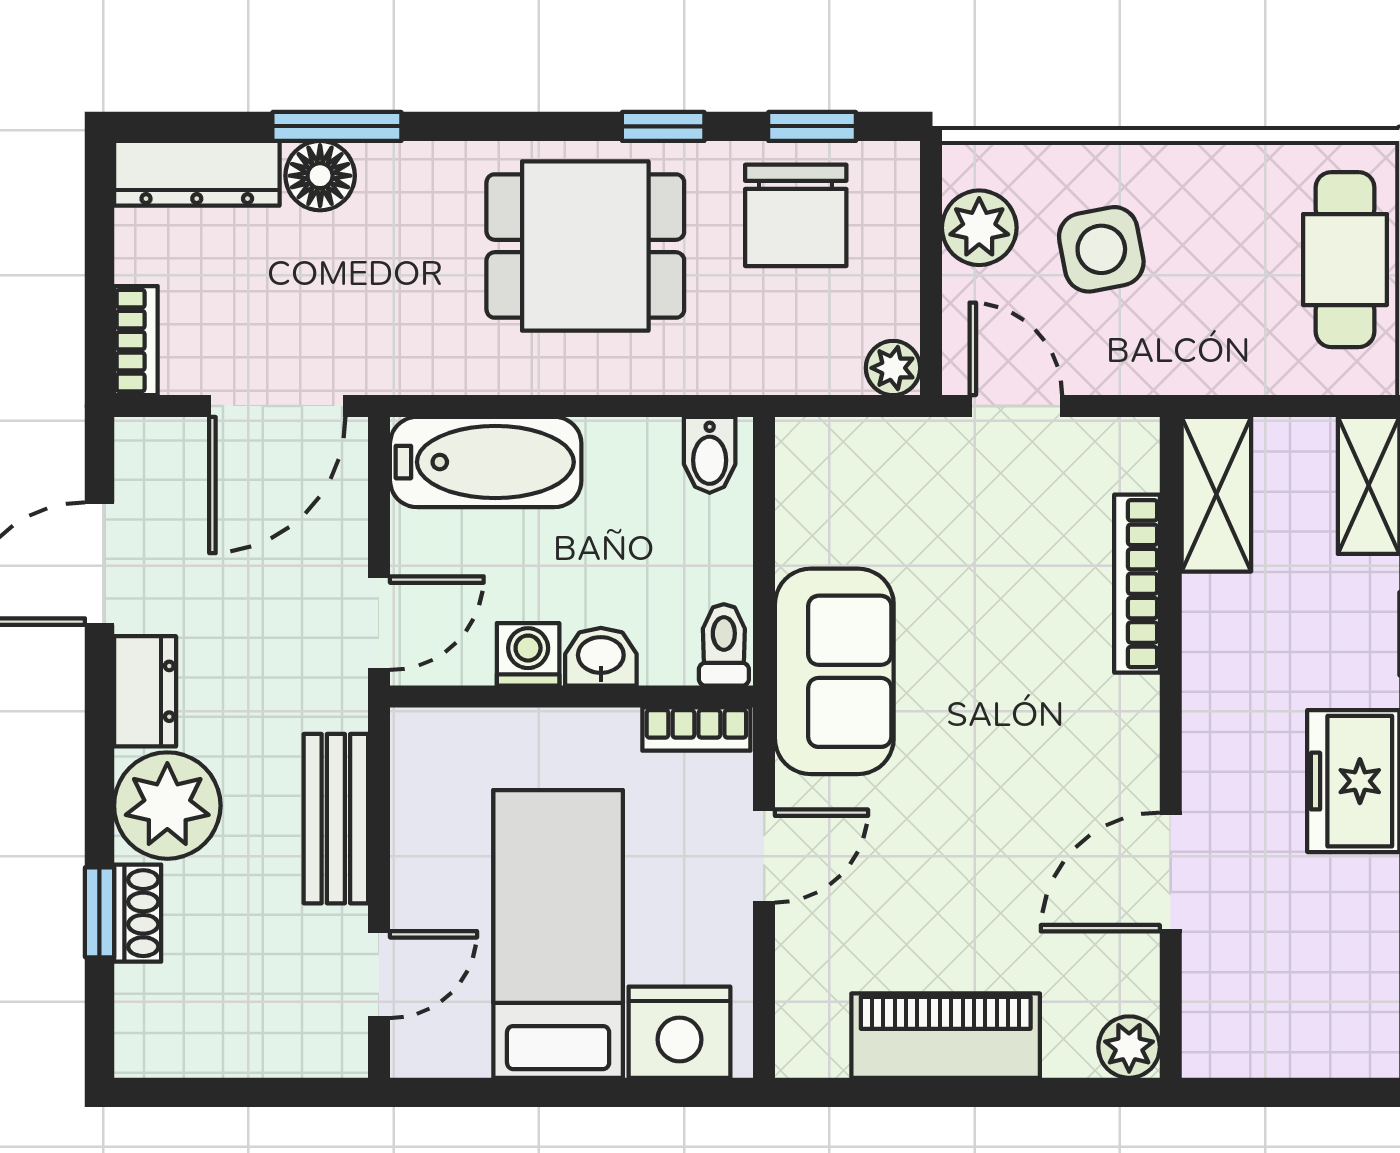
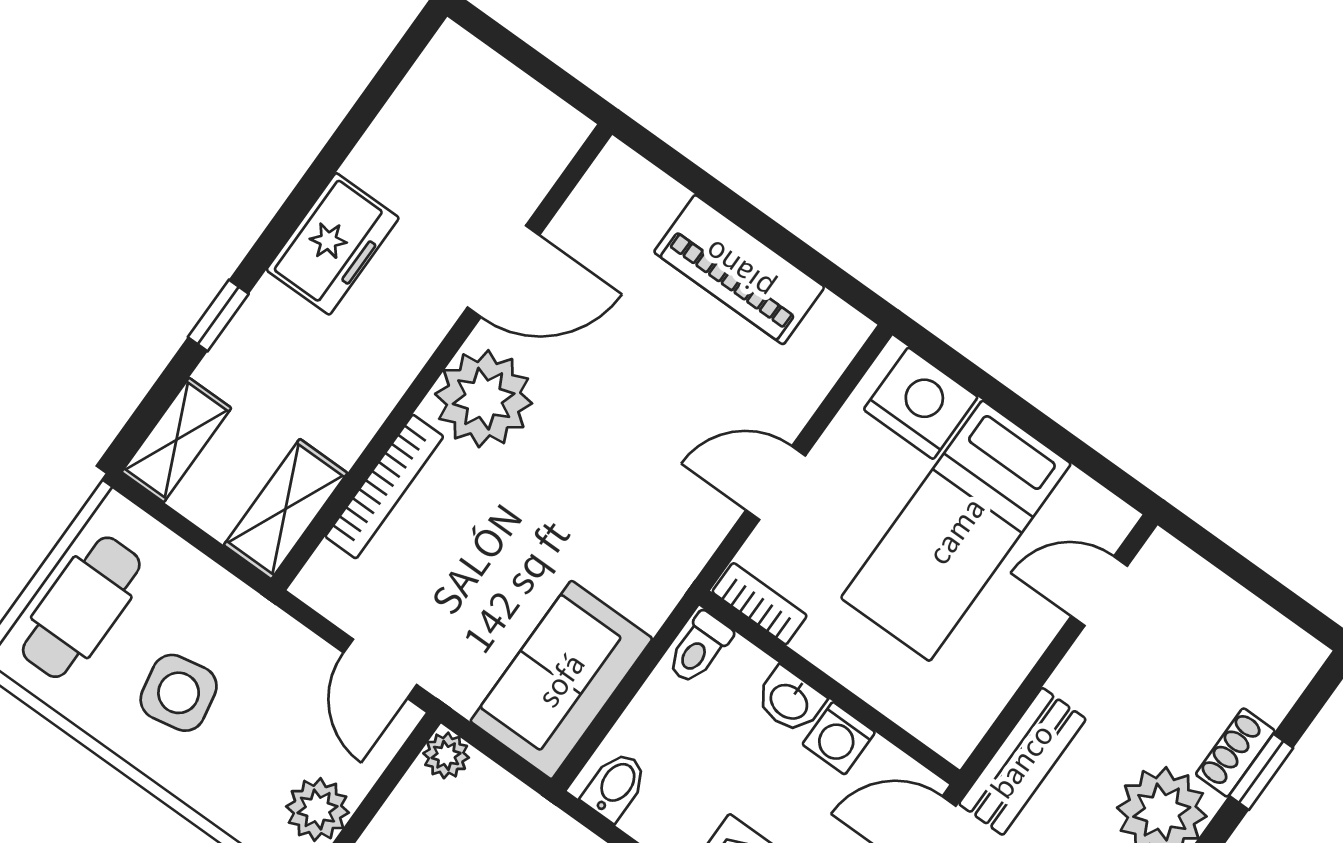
side table: (1101, 249) -> (179, 693), moved
sofa: (834, 671) -> (561, 680), moved
bench: (336, 819) -> (1022, 761), moved
plant: (1129, 1047) -> (484, 399), moved, width x1.87, depth x1.87

